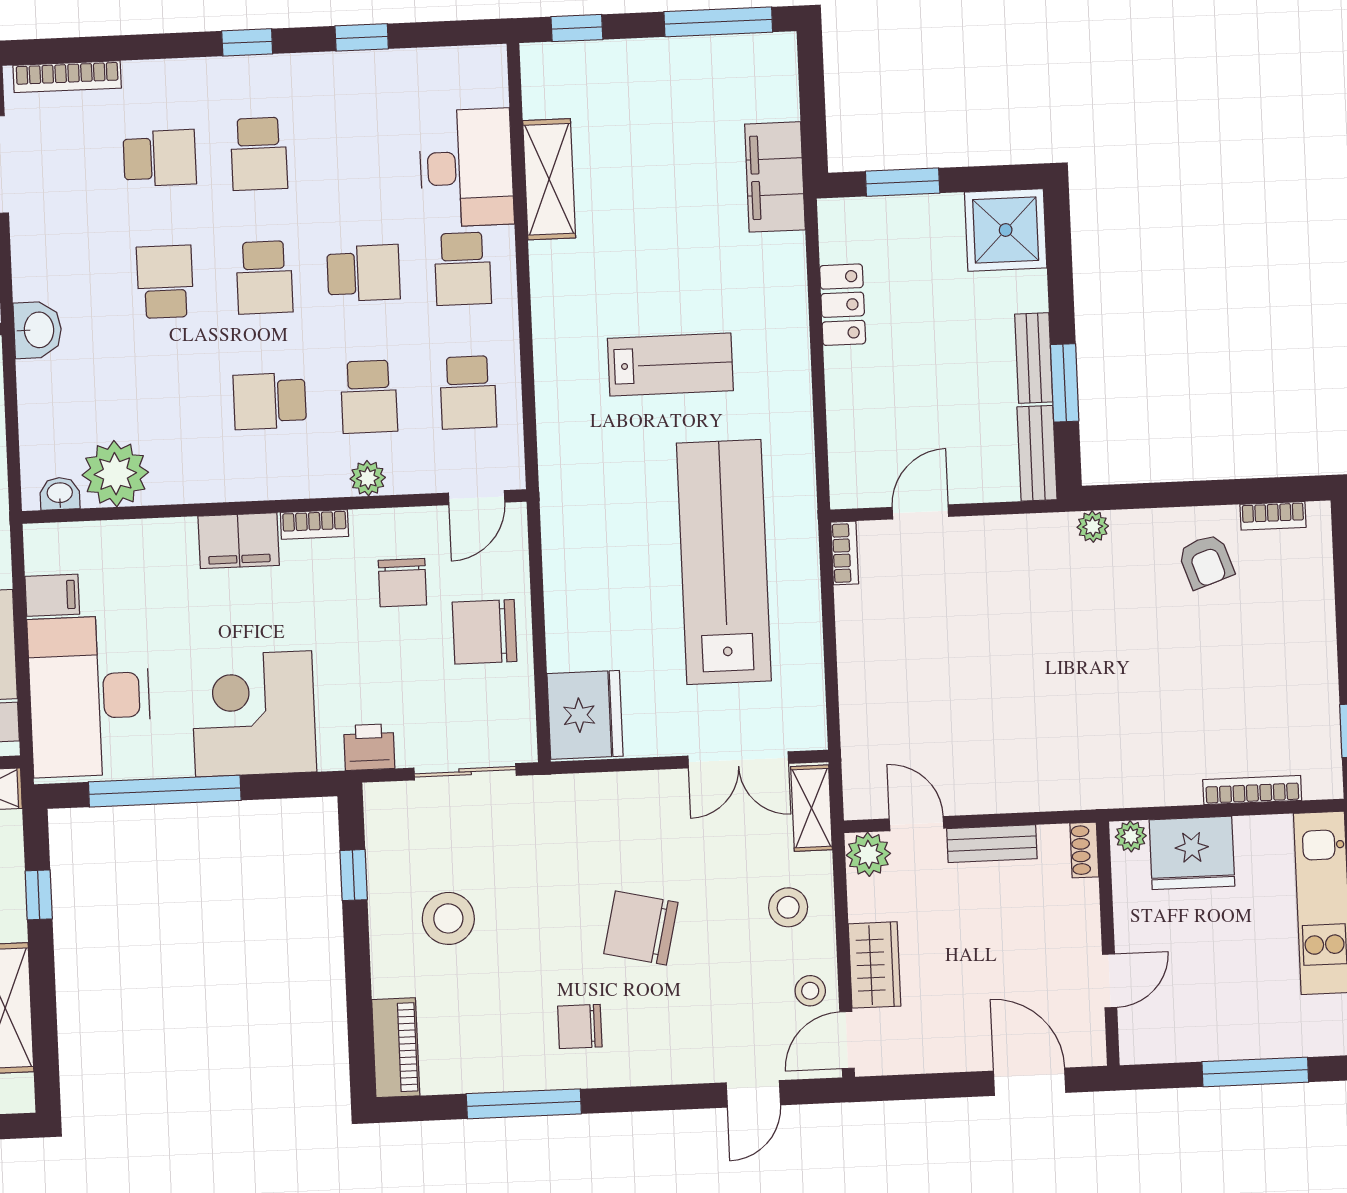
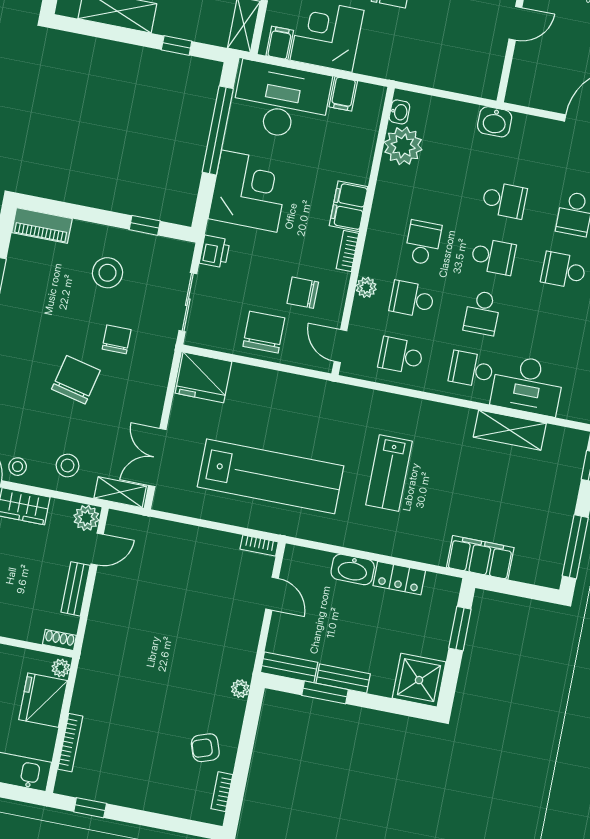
school desk: (264, 277) -> (493, 256), turned 180
washbasin: (847, 386) -> (353, 569), added
chair: (580, 1027) -> (117, 339), moved

